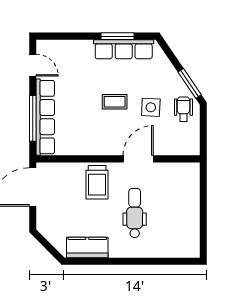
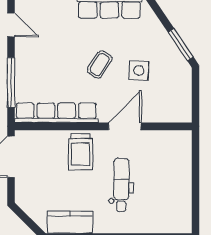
coffee table: (115, 102) -> (100, 65), turned -57
wheelchair: (183, 109) -> (174, 72), removed
row of seats: (45, 117) -> (56, 113), moved, turned -90

